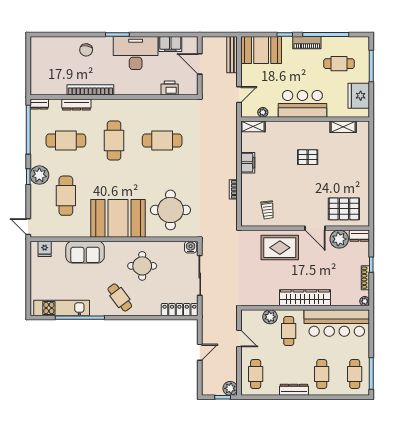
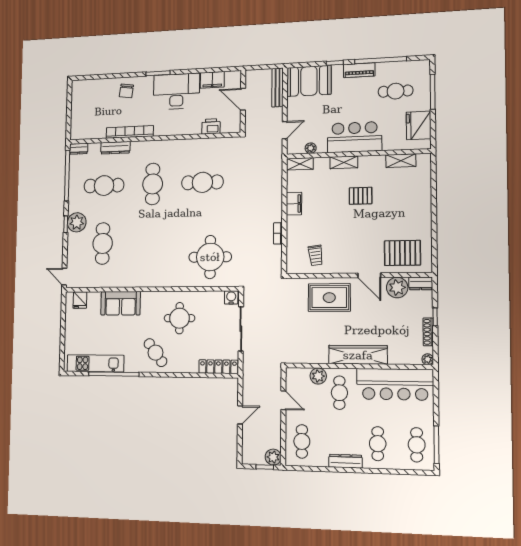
shelving: (293, 126) -> (344, 162), added
booth: (118, 218) -> (155, 267), removed

